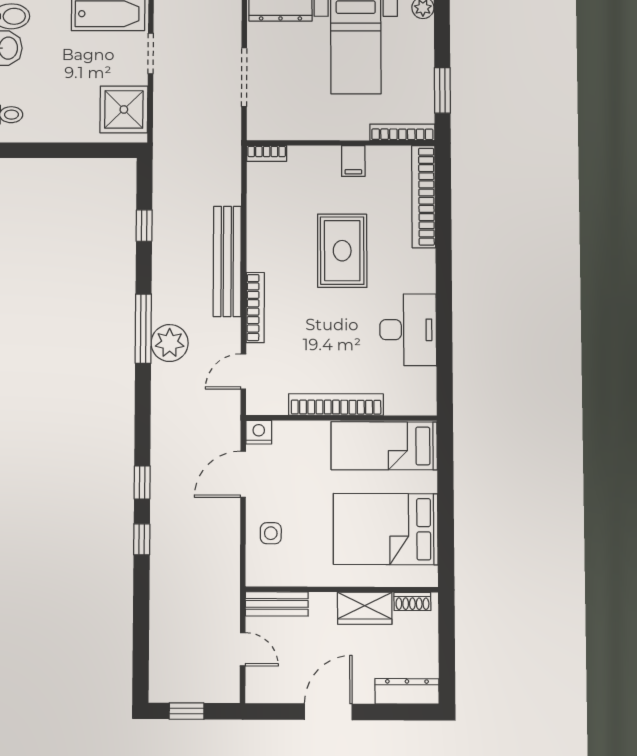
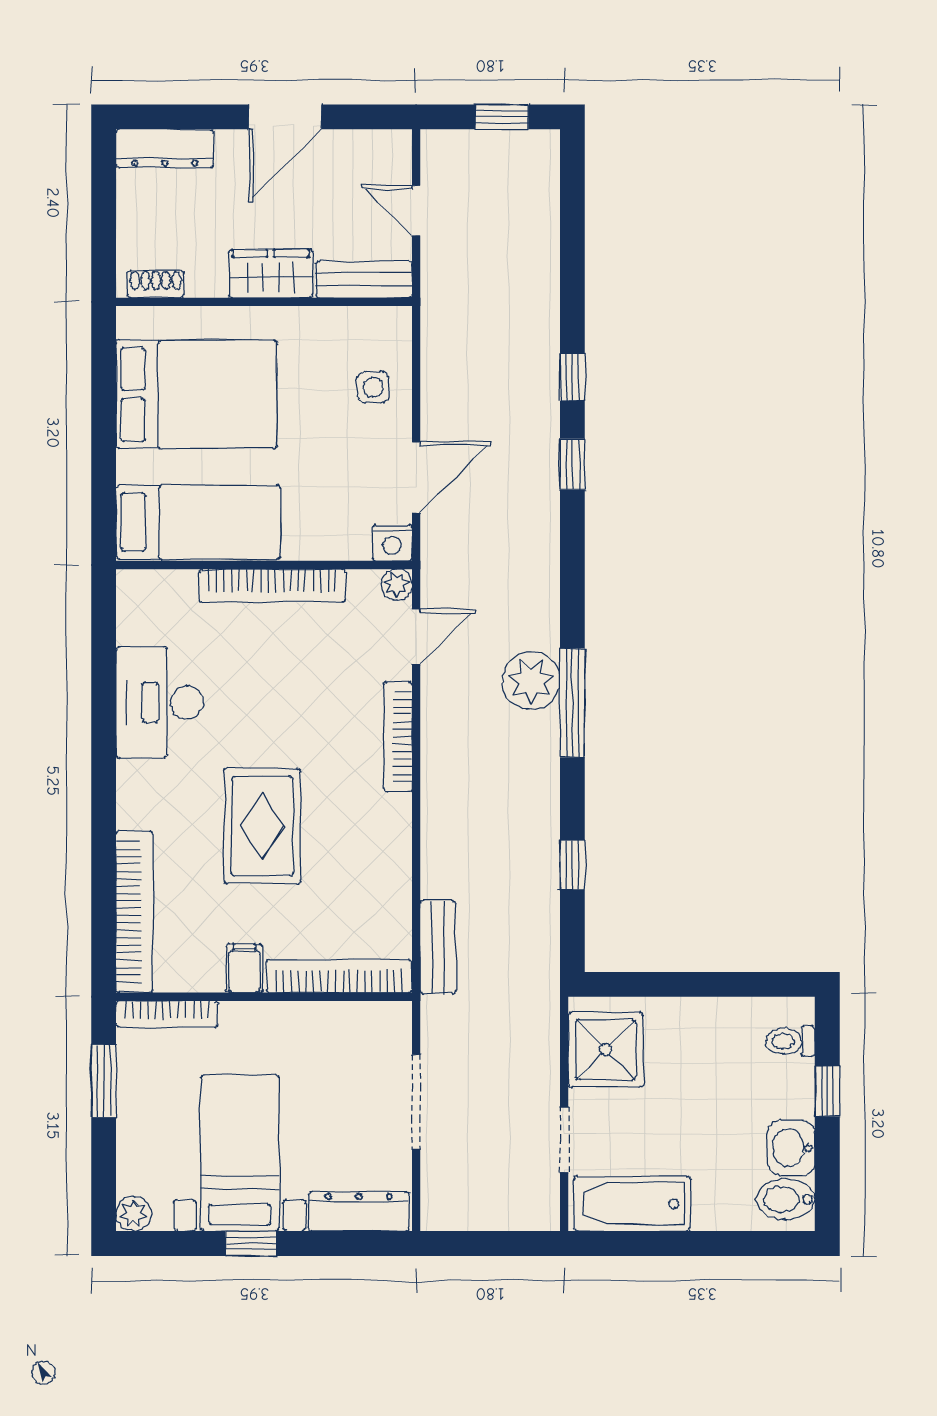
bookcase: (267, 153) -> (339, 976), width x2.31, depth x1.31
bench: (227, 261) -> (438, 947), moved, width x0.54, depth x0.82
plant: (256, 405) -> (396, 585), added
wardrobe: (365, 608) -> (271, 274), moved

